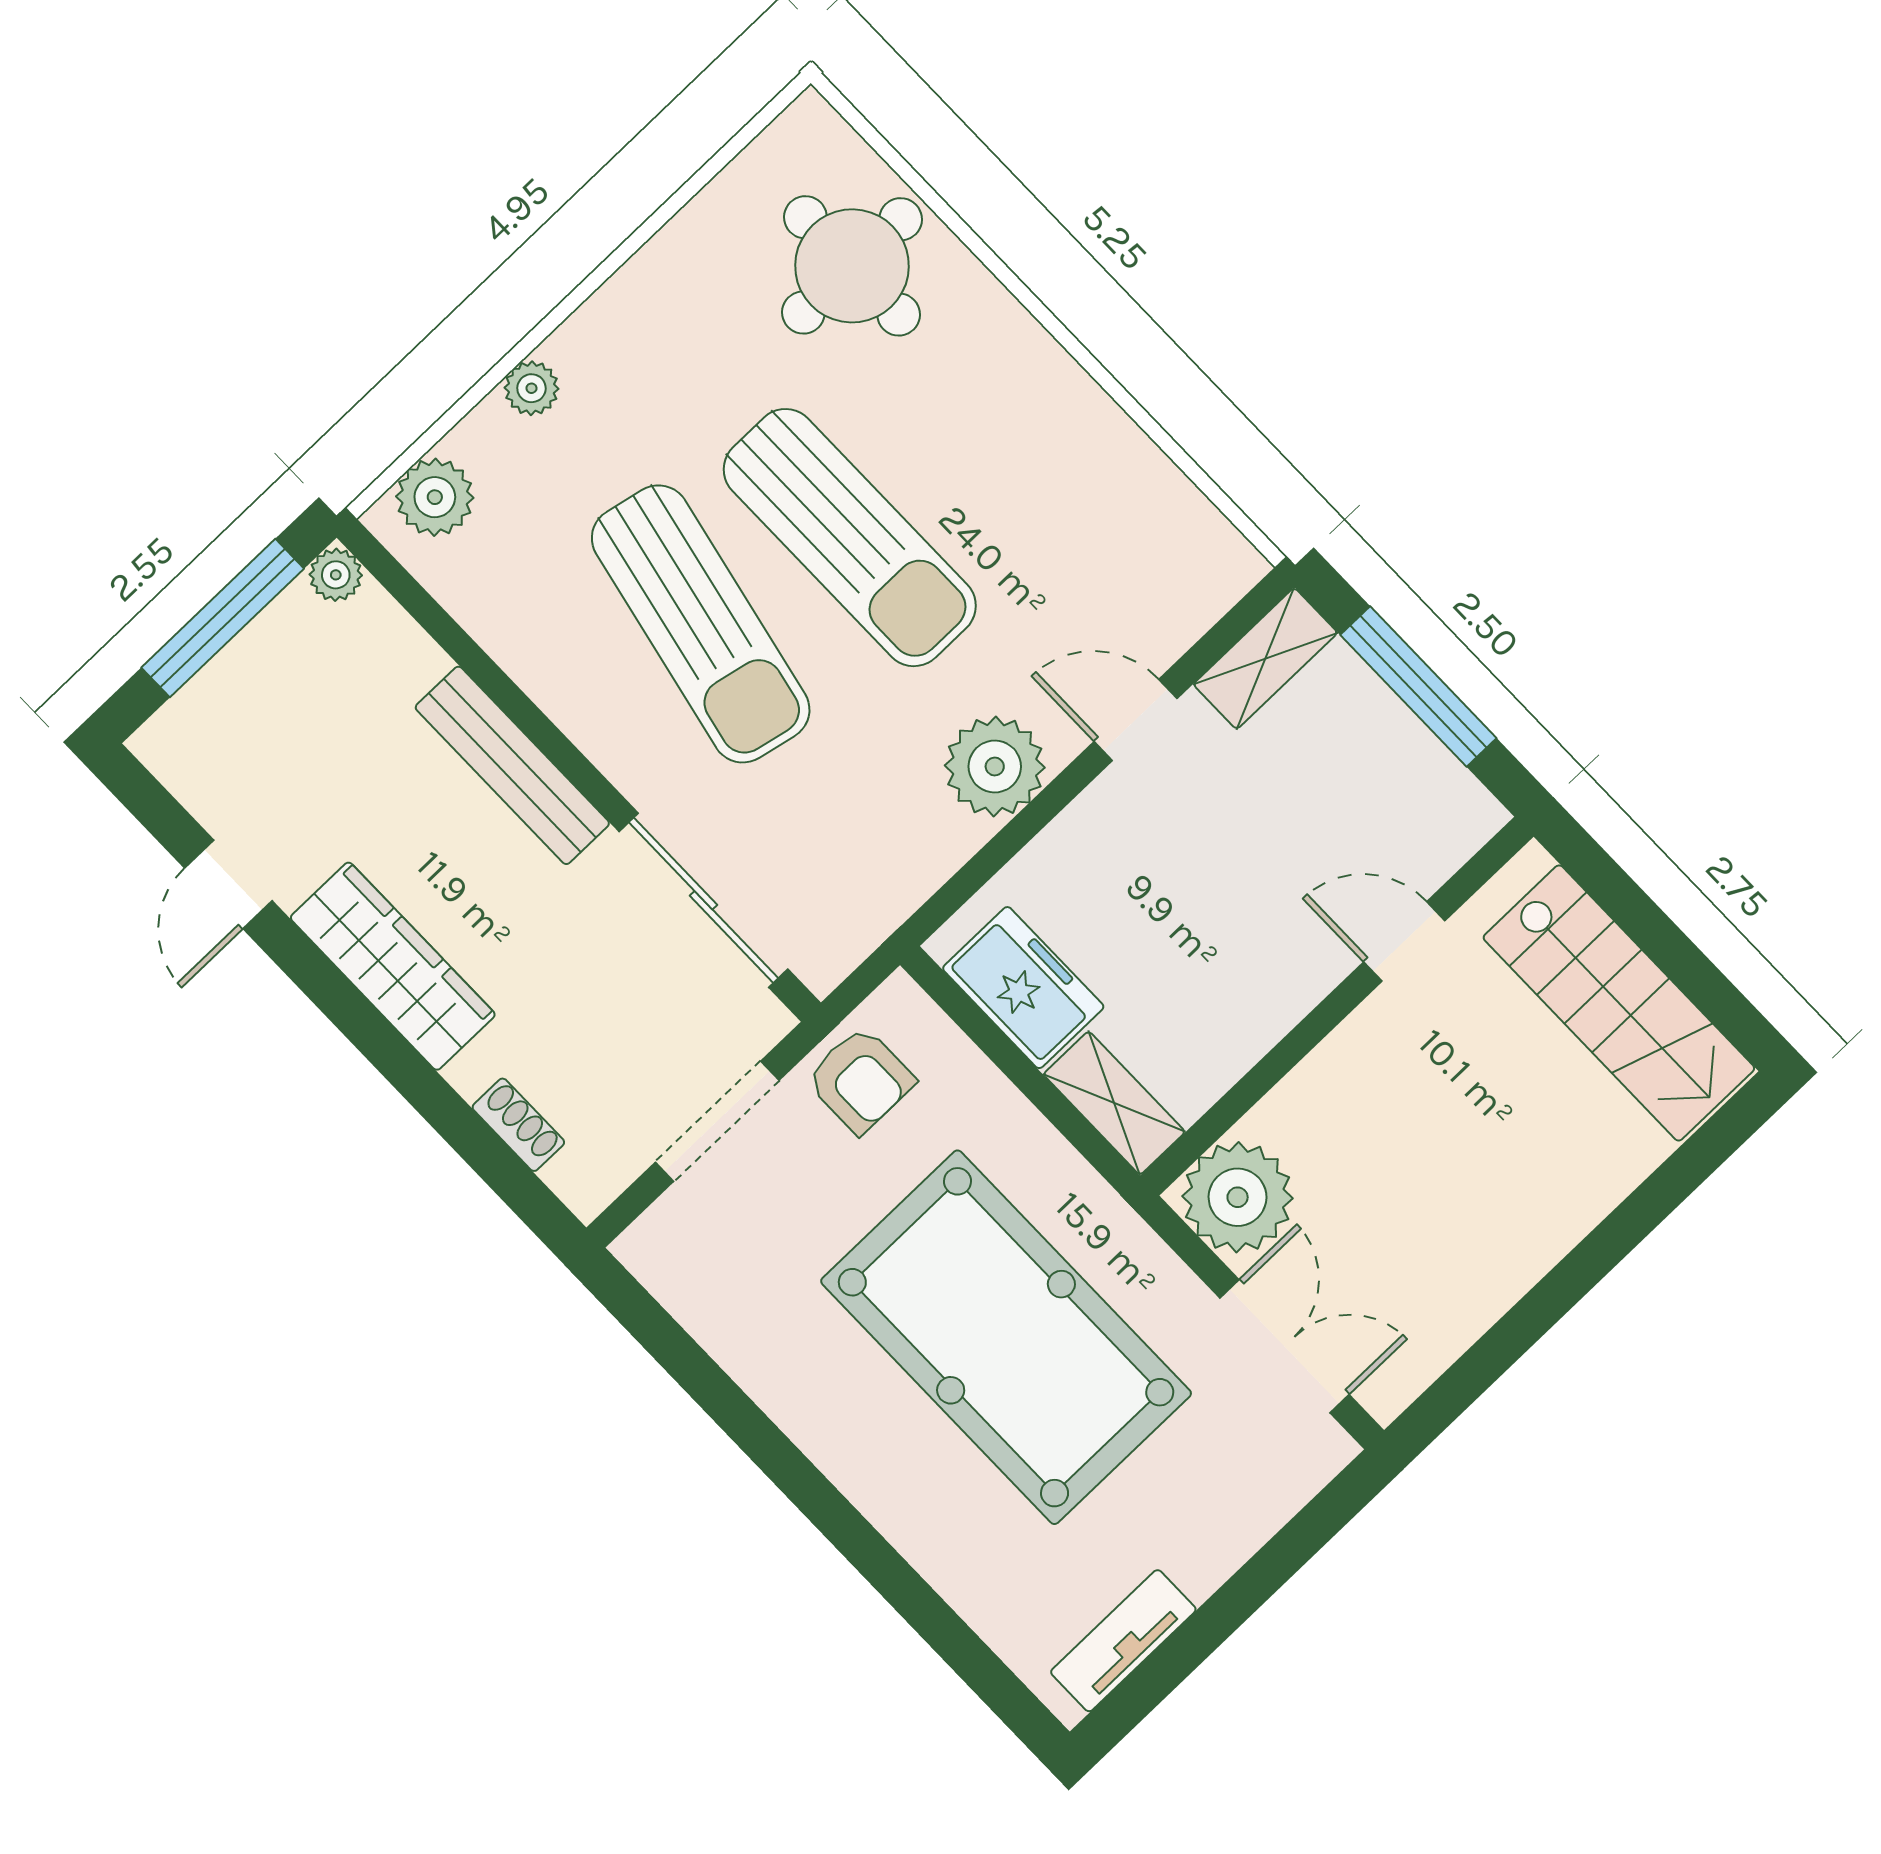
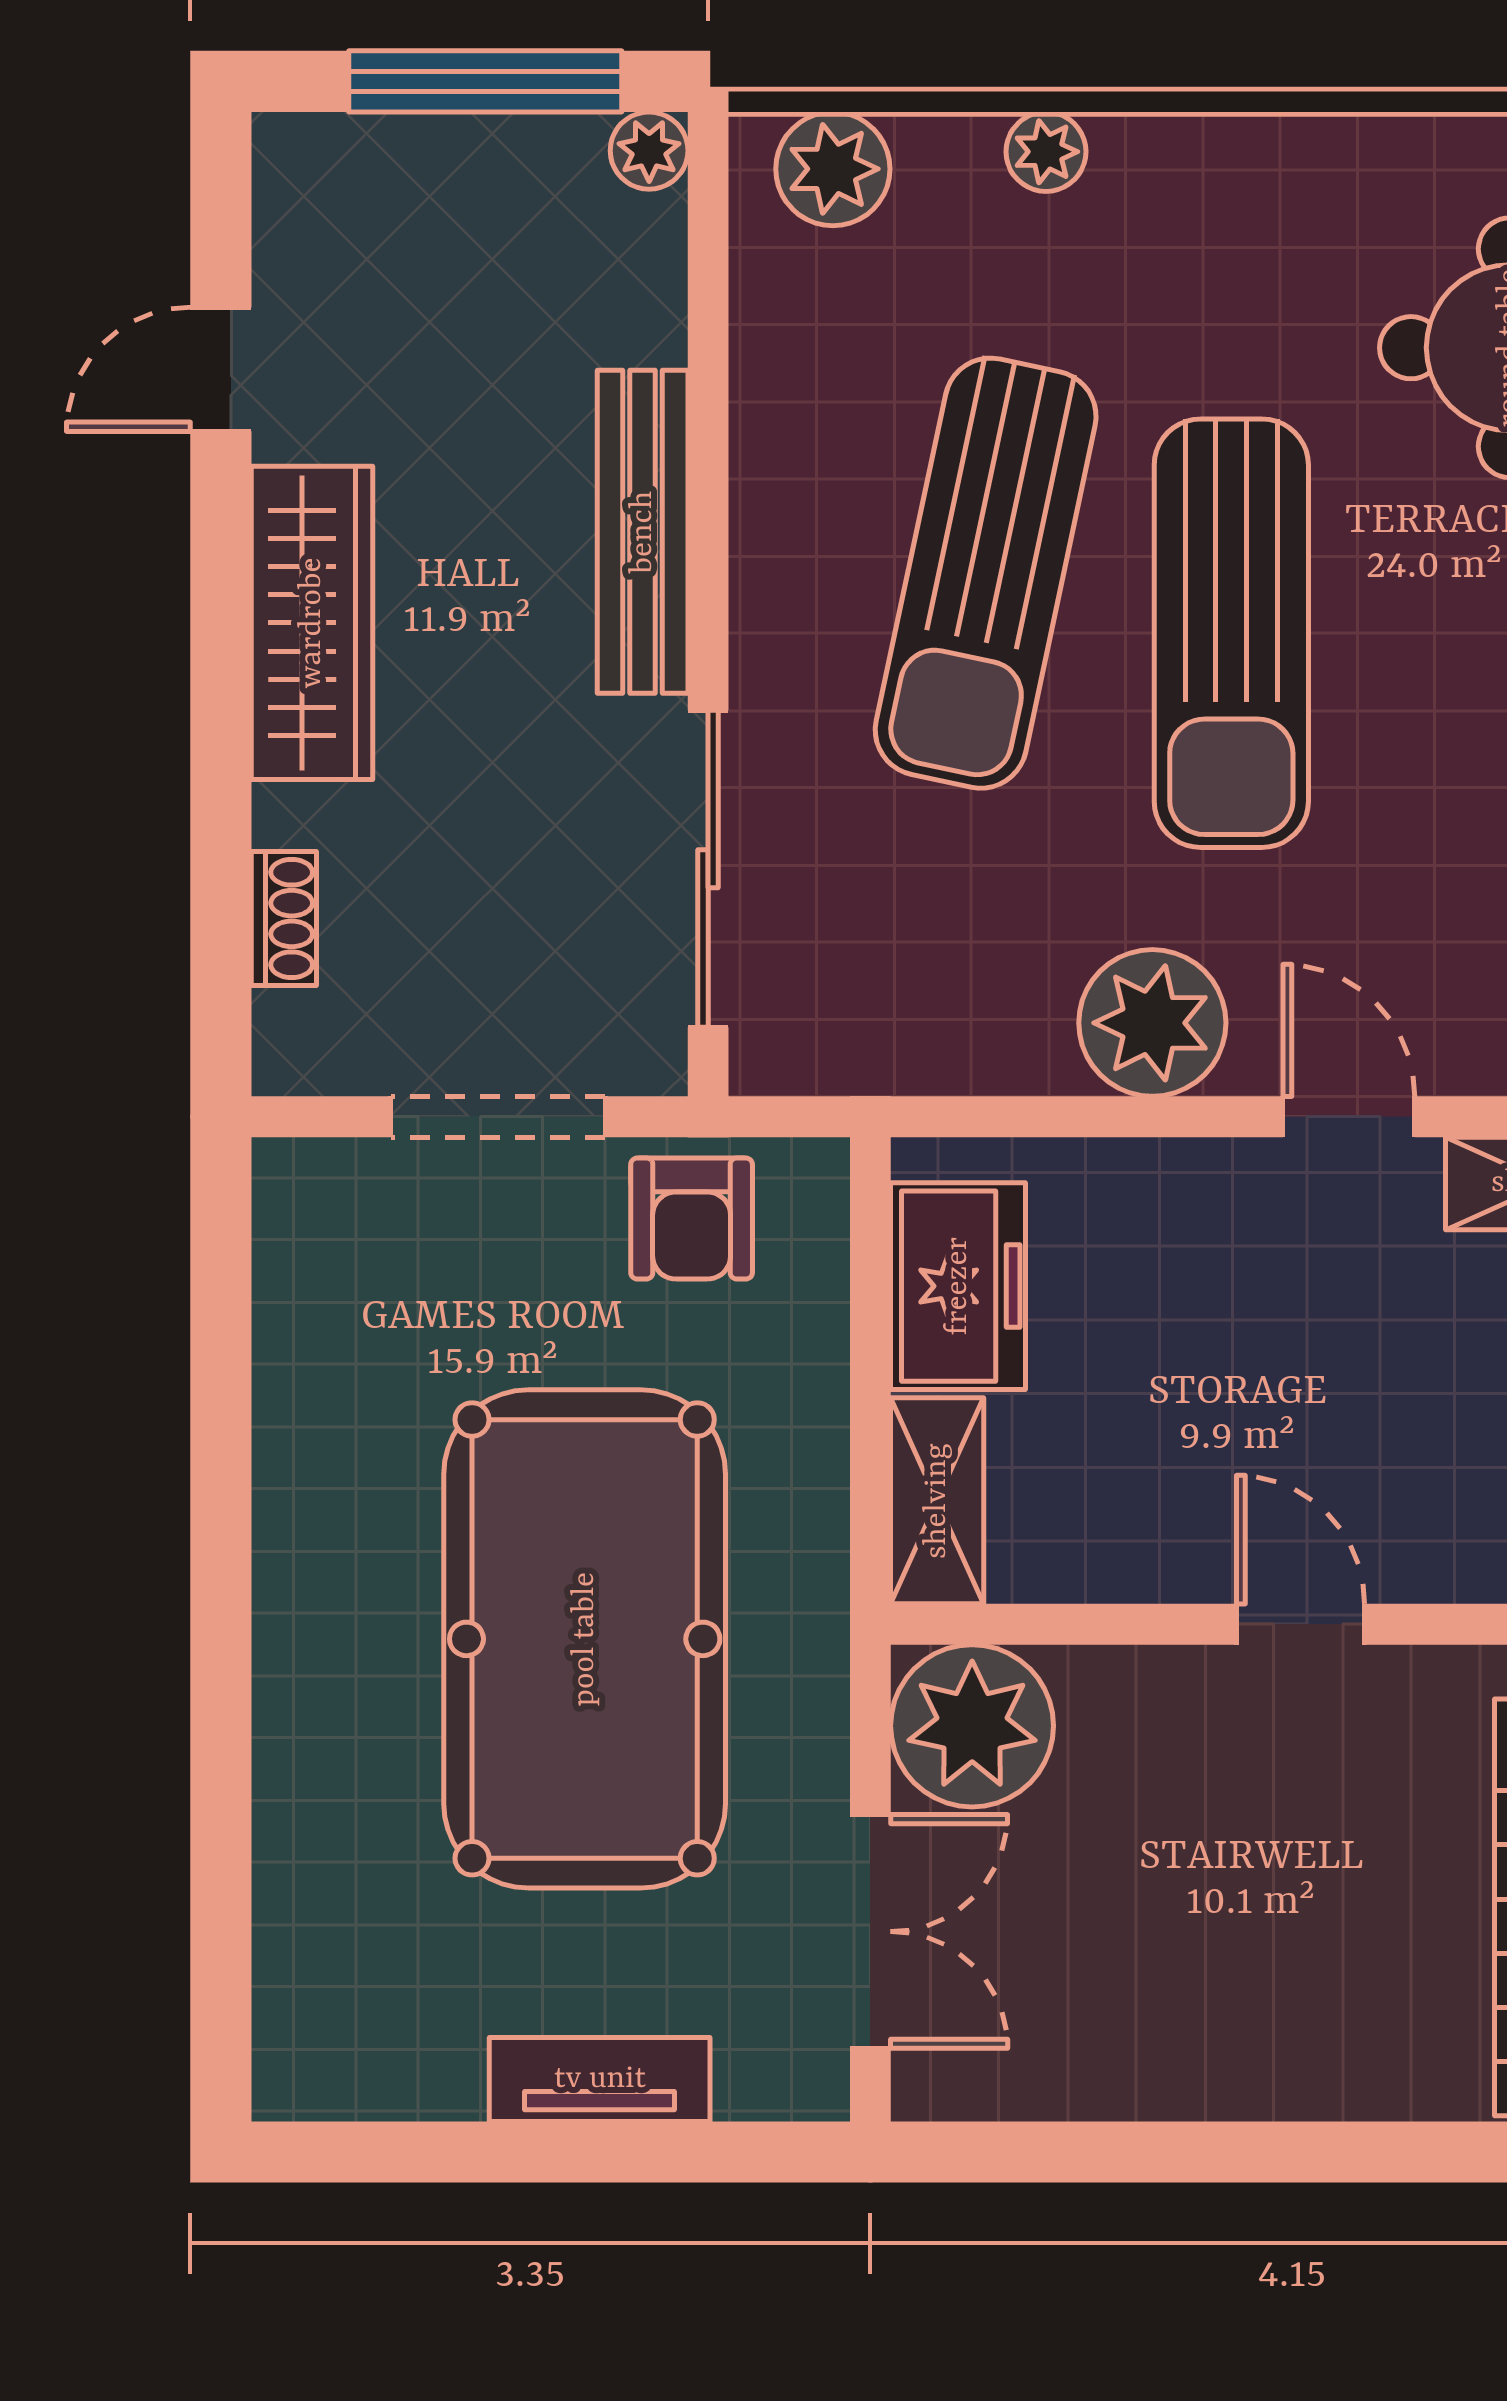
door: (1404, 941) -> (1301, 1624), moved
tv unit: (1123, 1641) -> (600, 2079), moved

